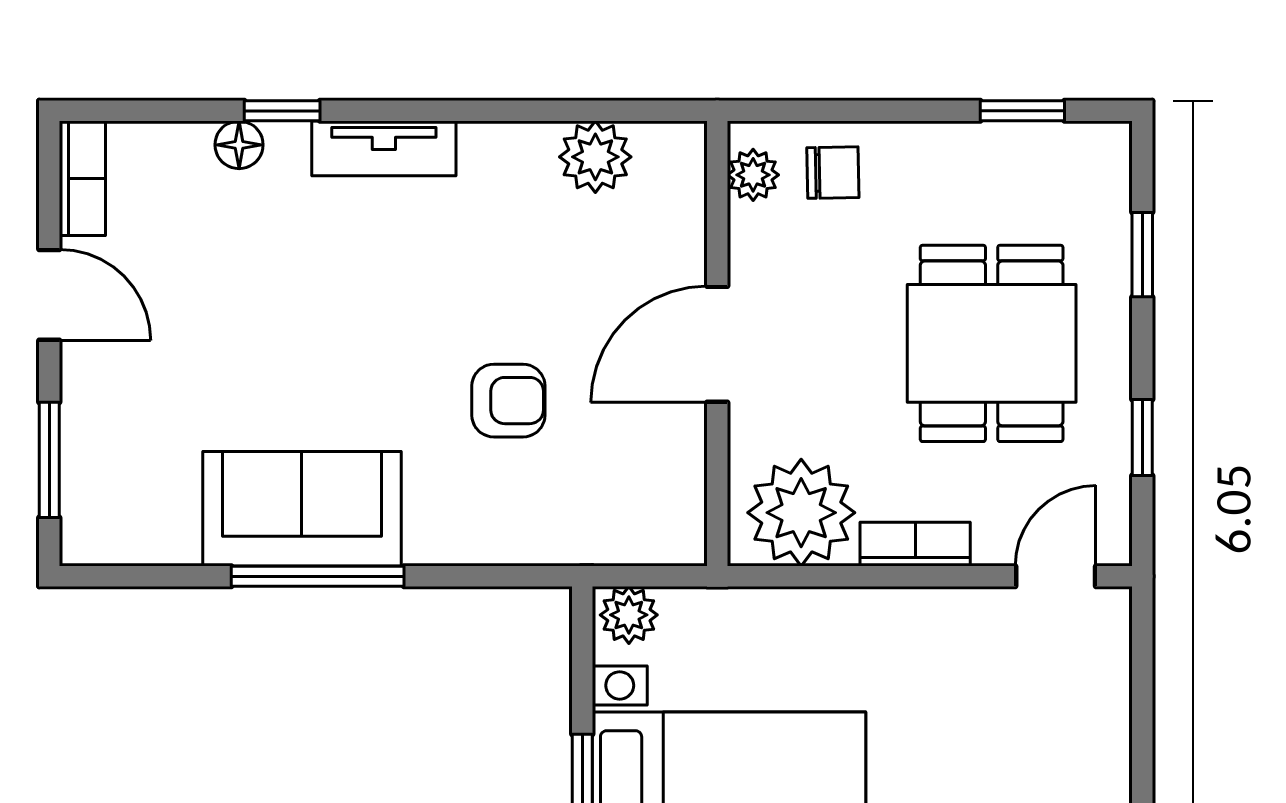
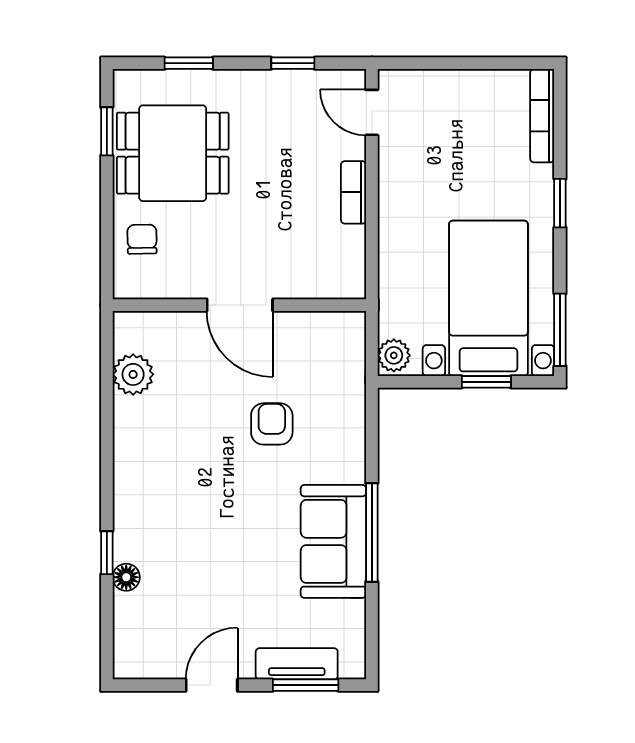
tv unit: (384, 148) -> (297, 664), moved, turned -90
plant: (753, 175) -> (143, 285), removed
bookcase: (82, 178) -> (145, 666), removed
dining table: (992, 343) -> (173, 153), moved
plant: (801, 513) -> (336, 257), removed

